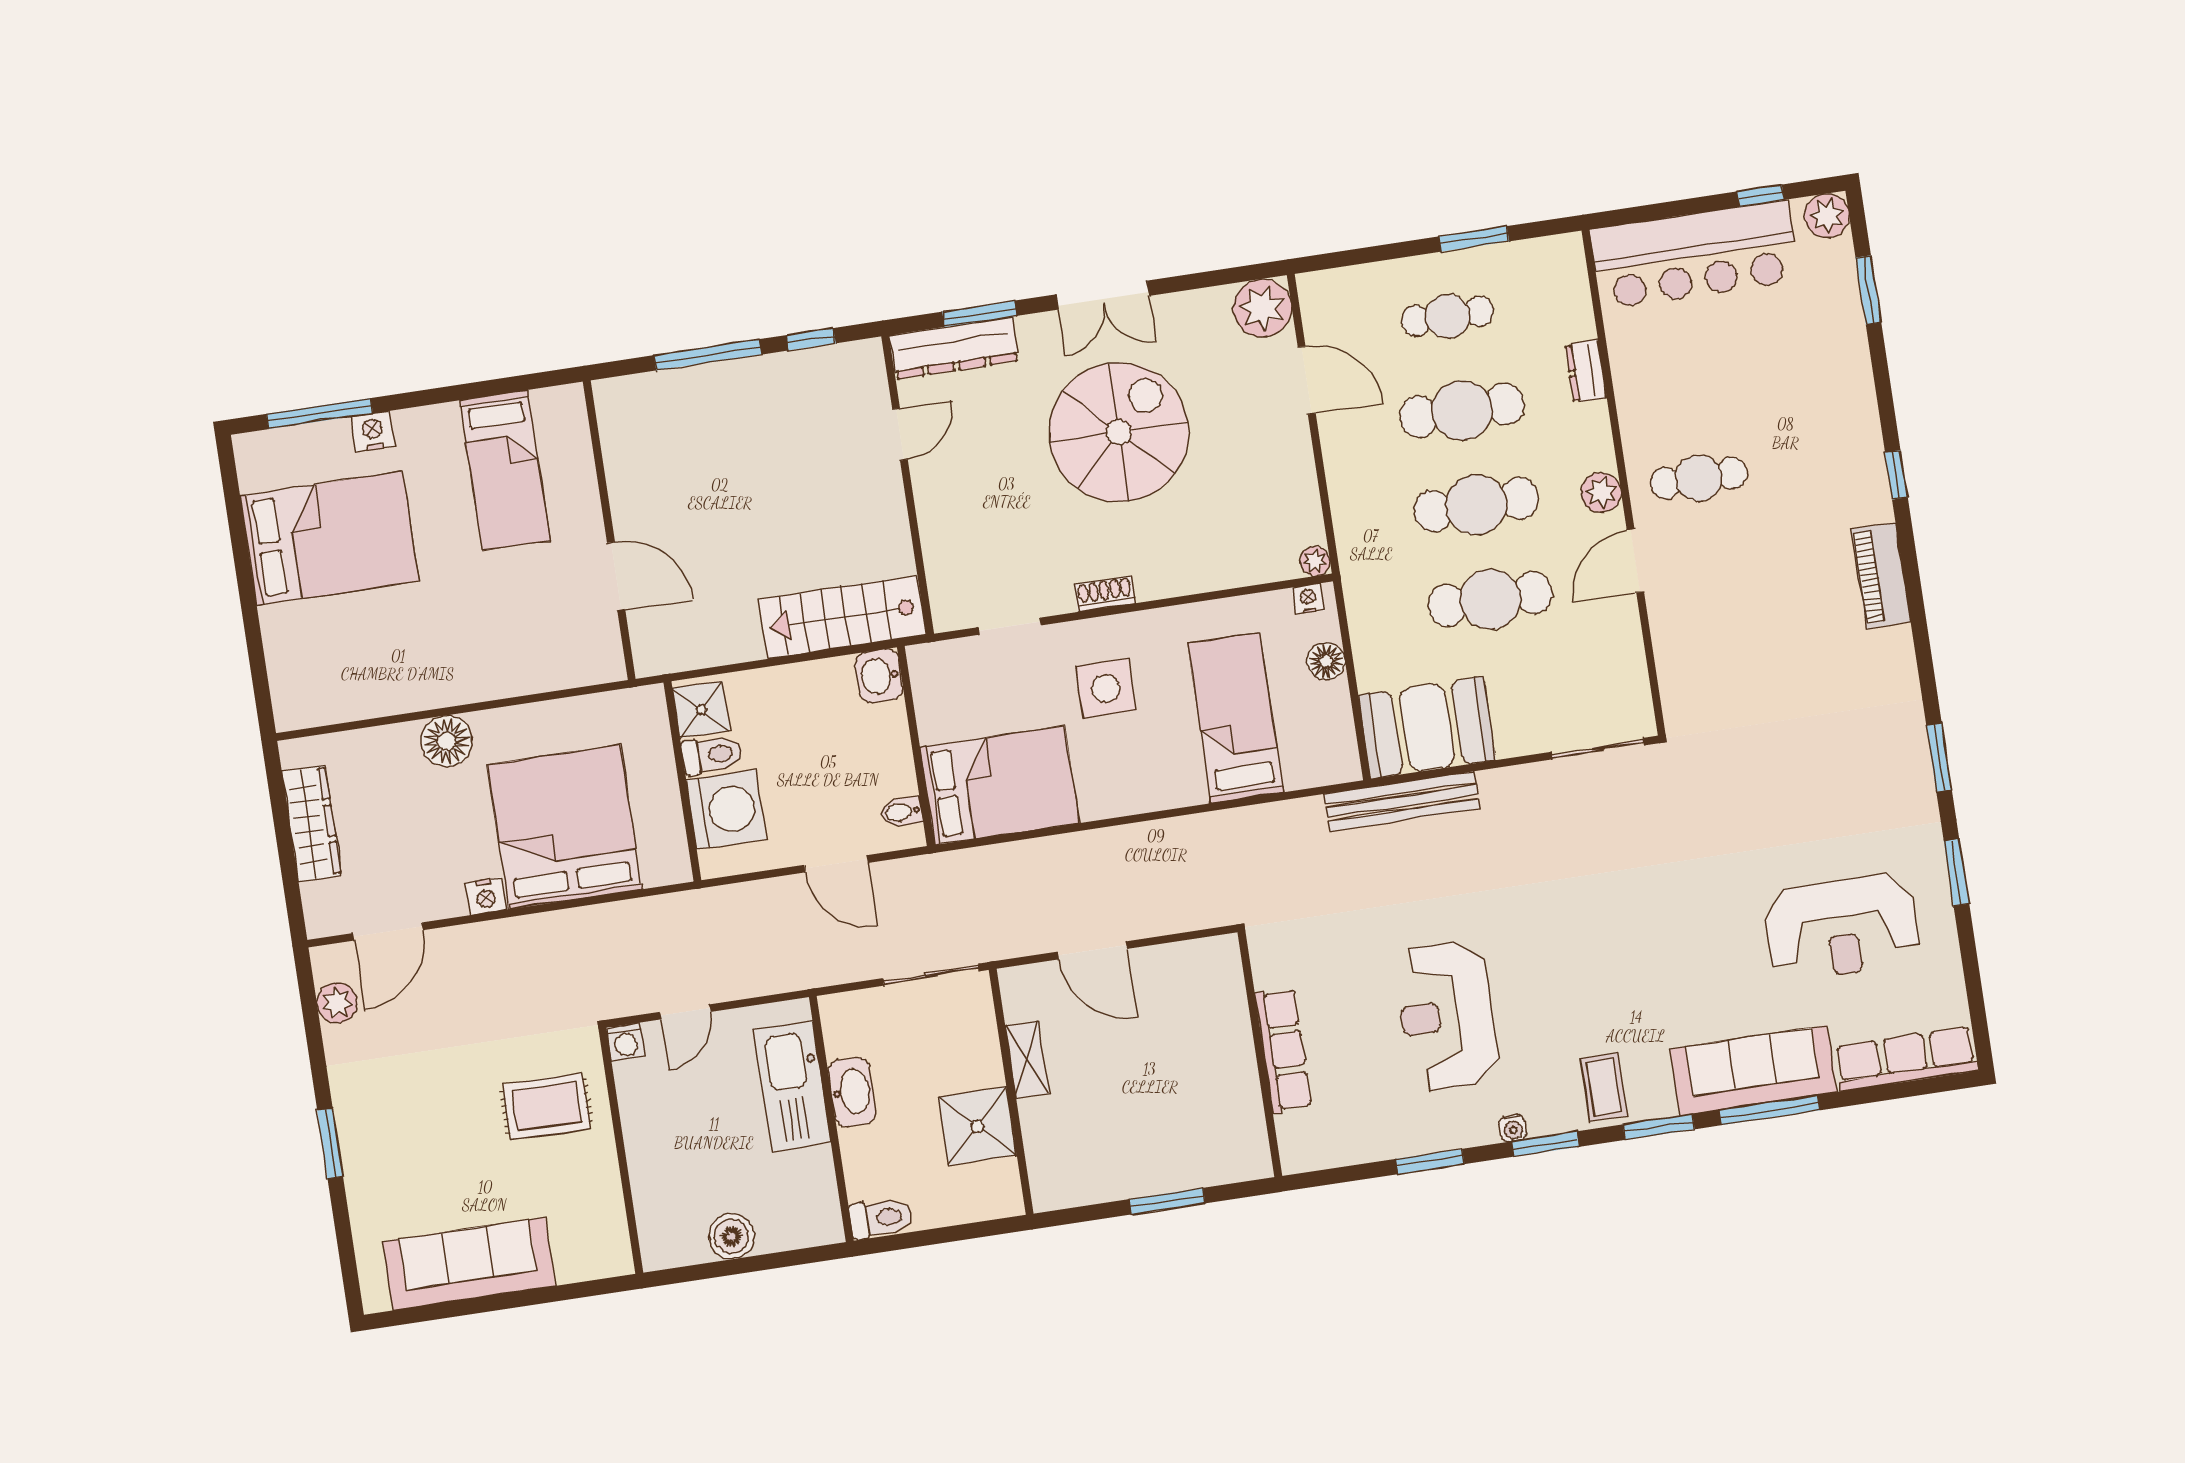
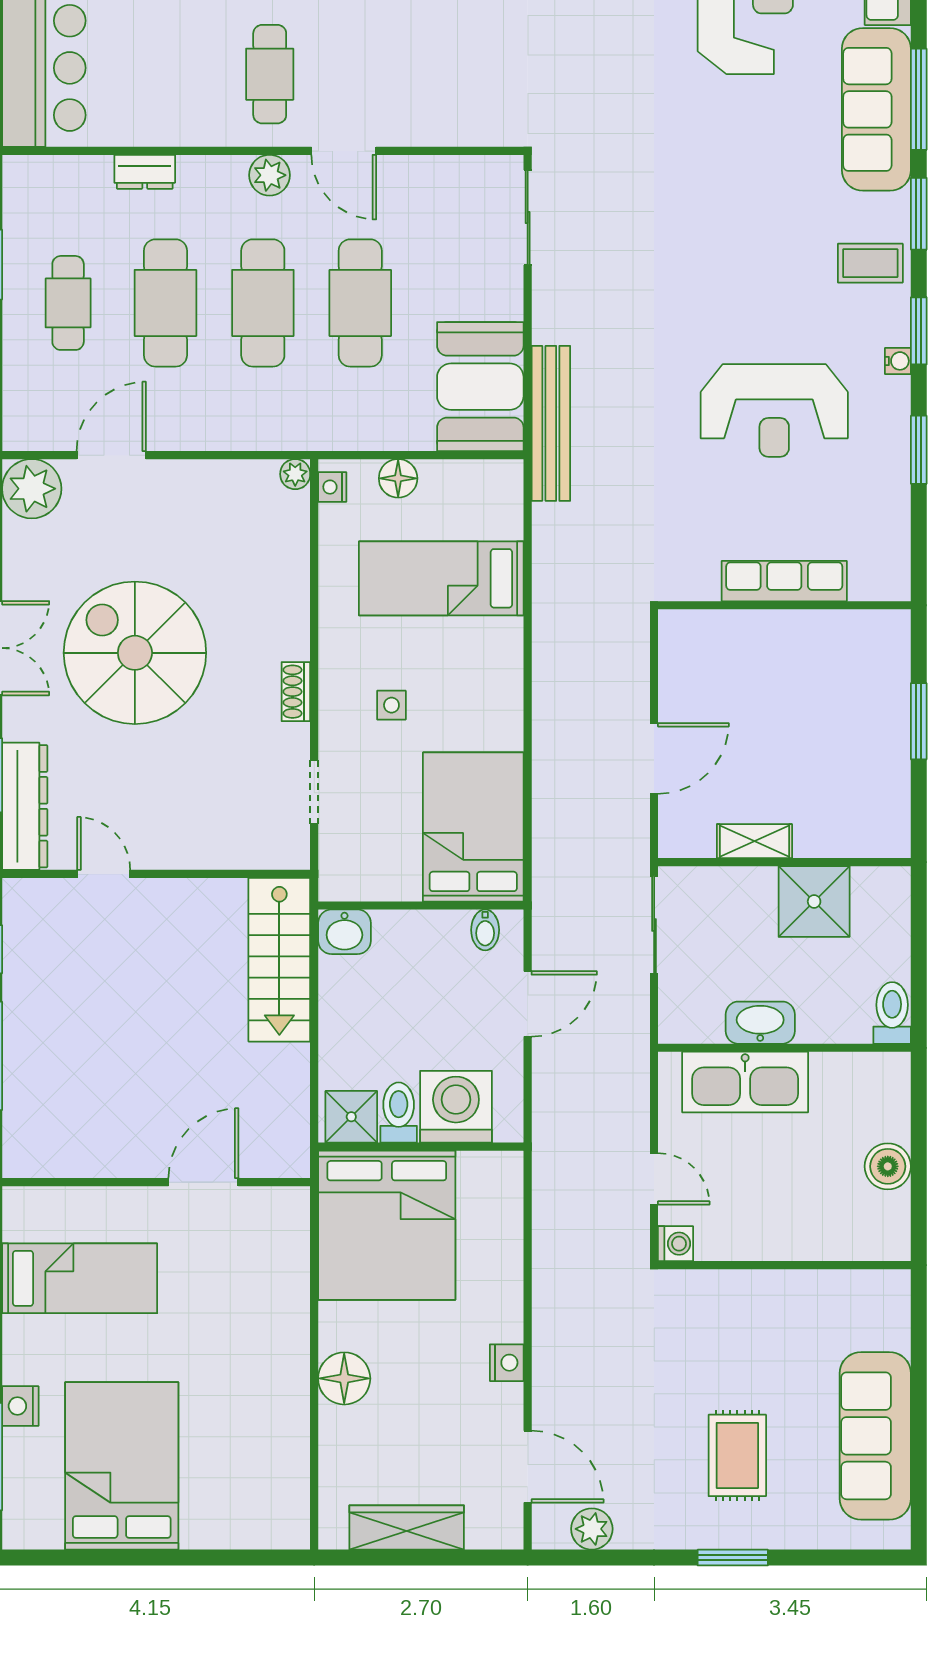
side table: (1106, 688) -> (391, 705), width x0.54, depth x0.54
bed: (565, 827) -> (387, 1225), moved, turned -90
rug: (546, 1106) -> (737, 1455), moved

